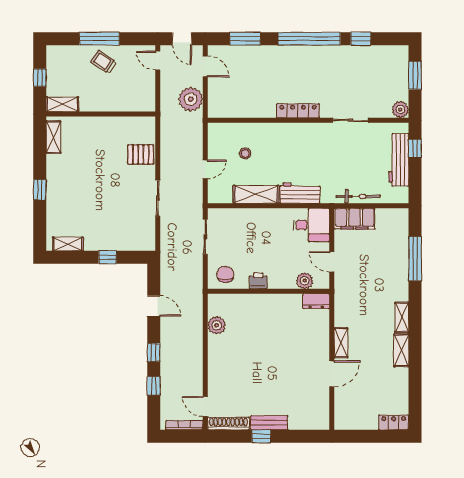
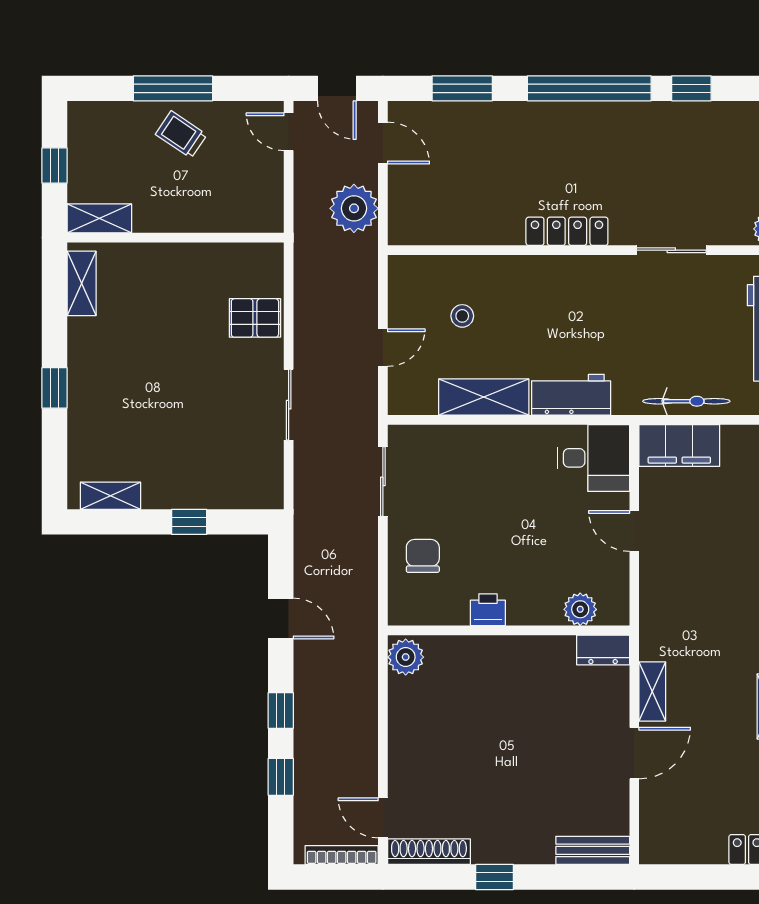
printer: (258, 281) -> (488, 610), moved
plant: (305, 281) -> (580, 609), moved
wall: (269, 291) -> (509, 630), moved
dresser: (316, 301) -> (603, 650), moved
bench: (269, 423) -> (593, 850), moved

